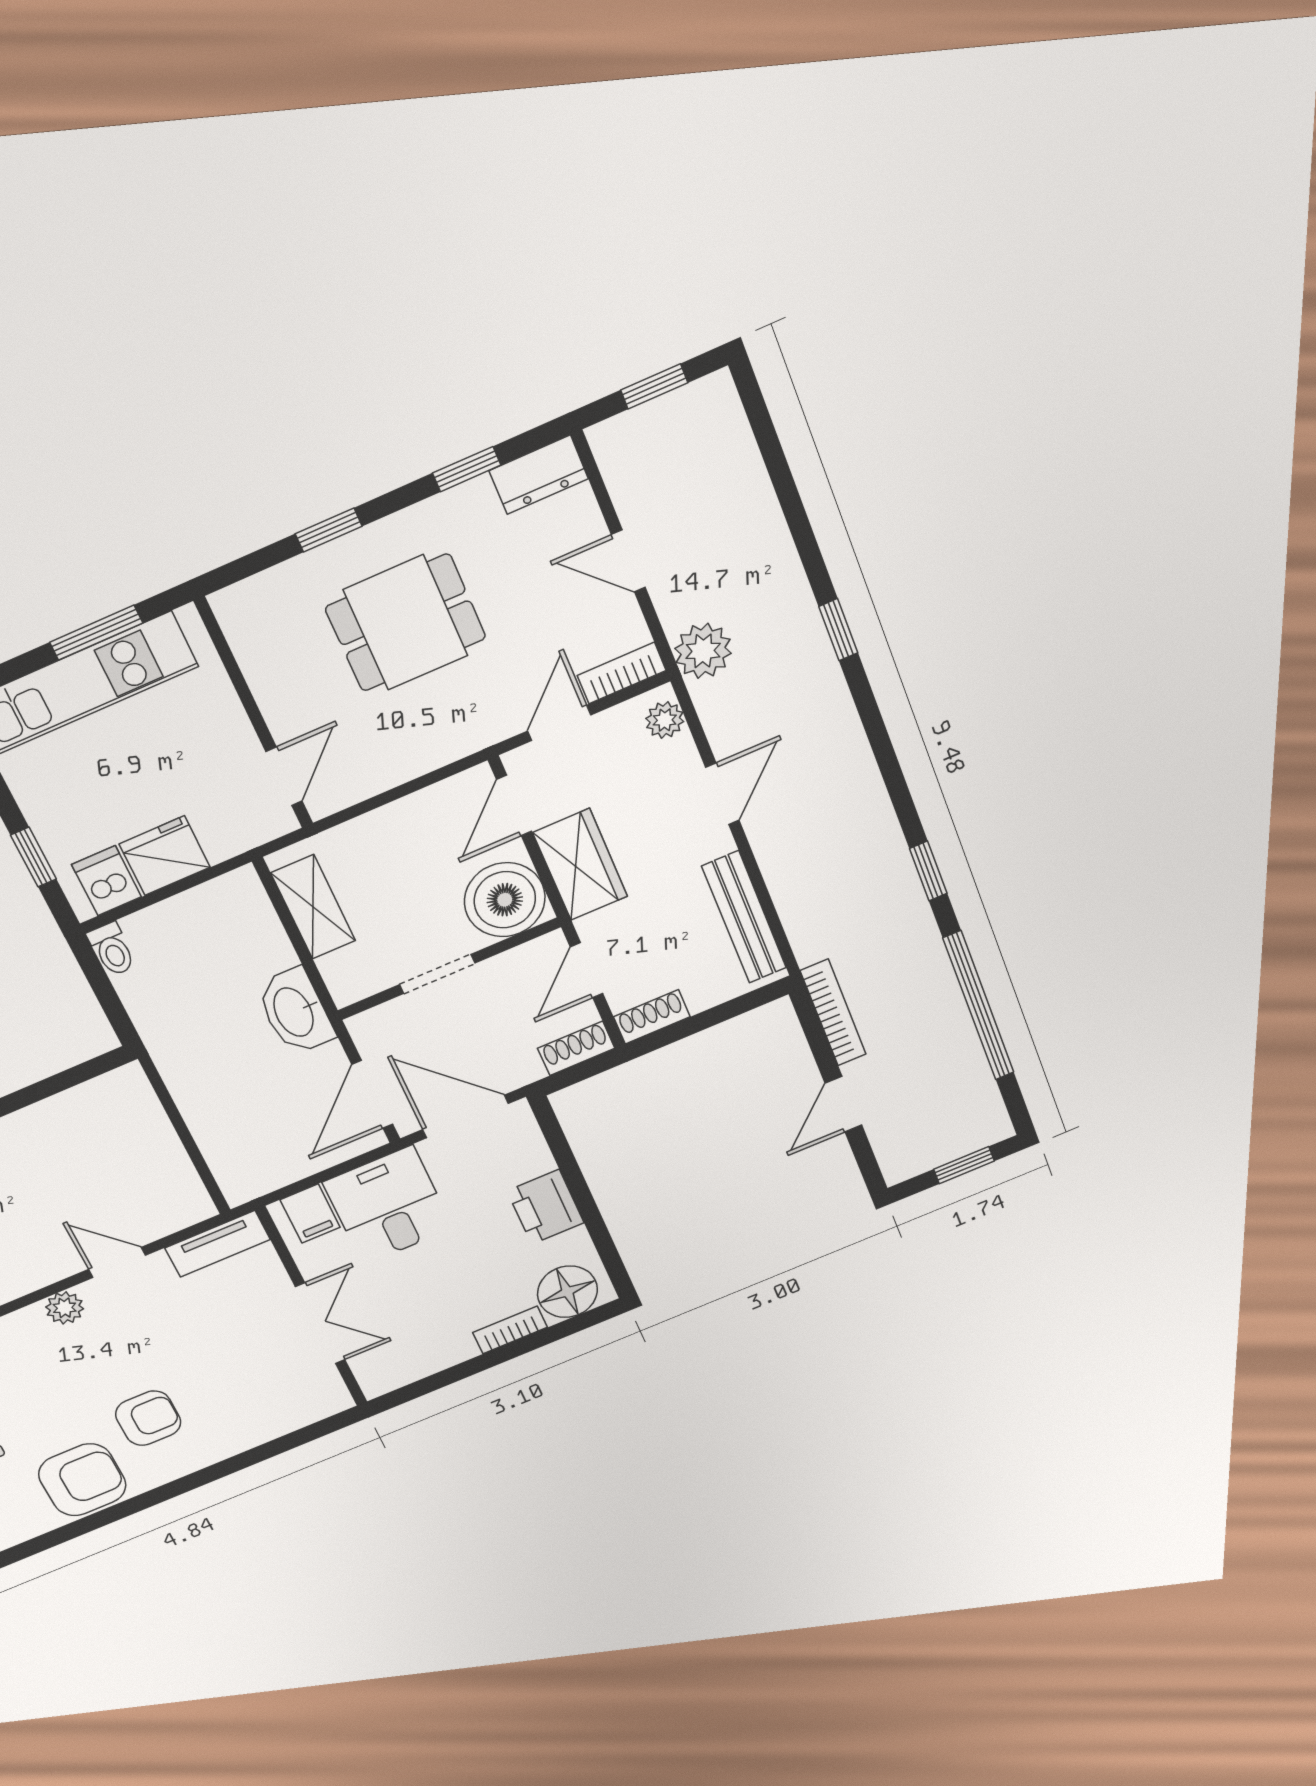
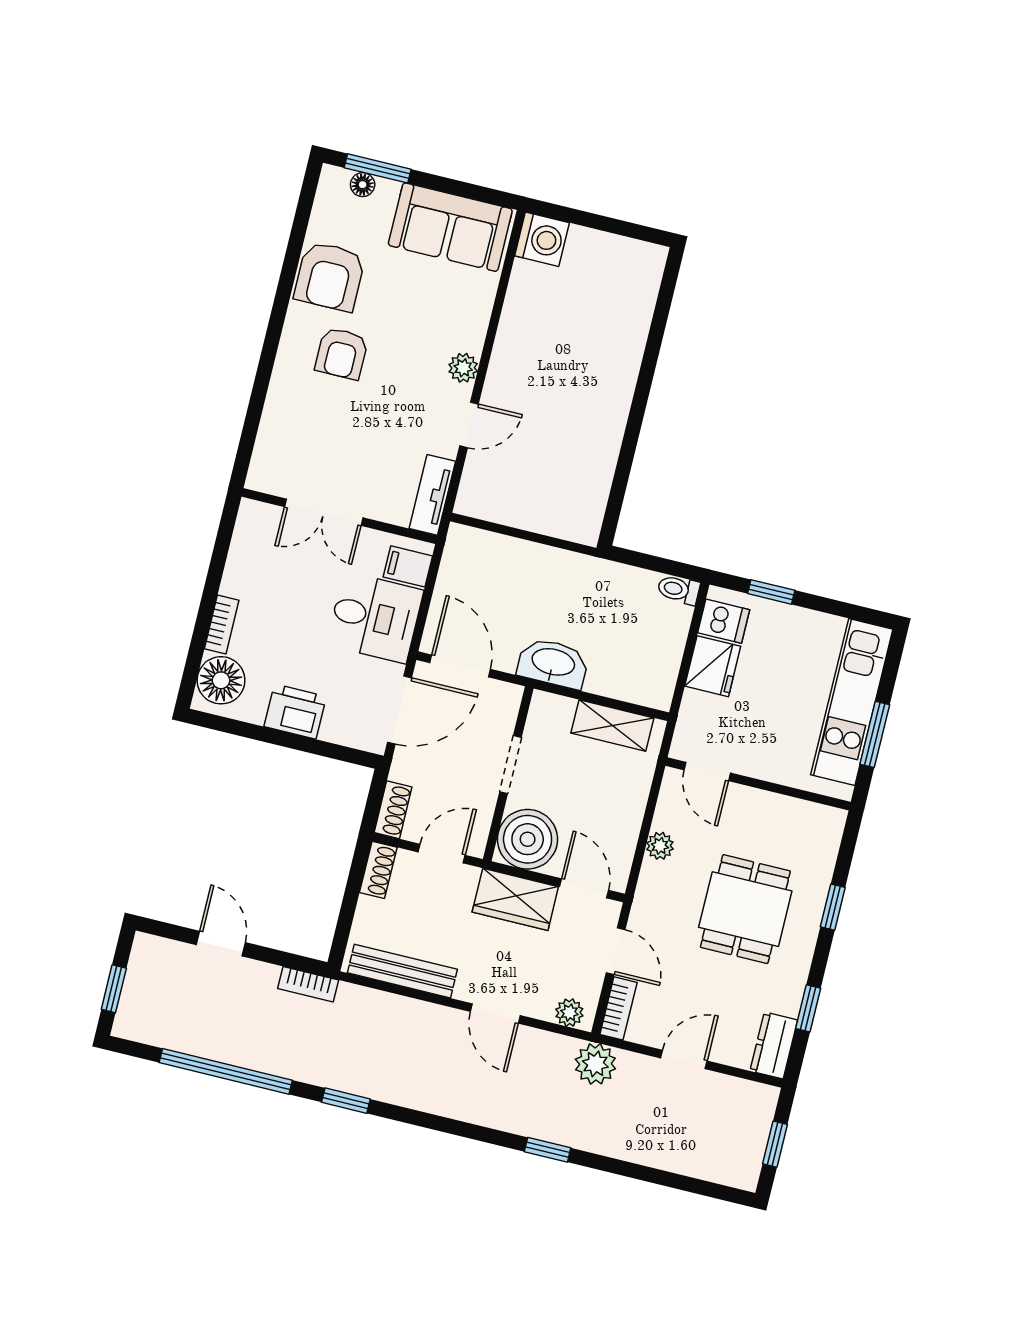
plant: (406, 764) -> (660, 846), added
door: (587, 970) -> (442, 854), hinge flipped
bookcase: (833, 1013) -> (308, 984), width x0.64

